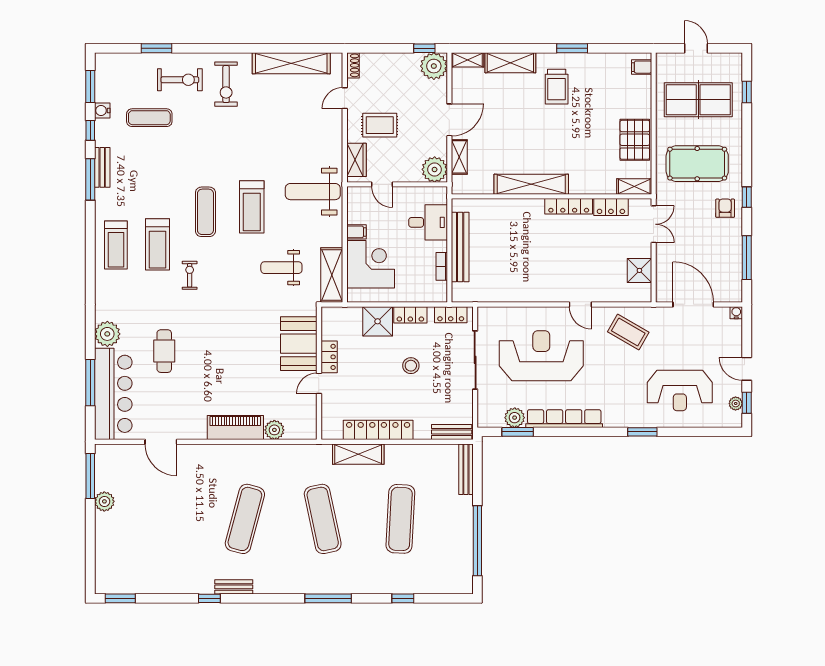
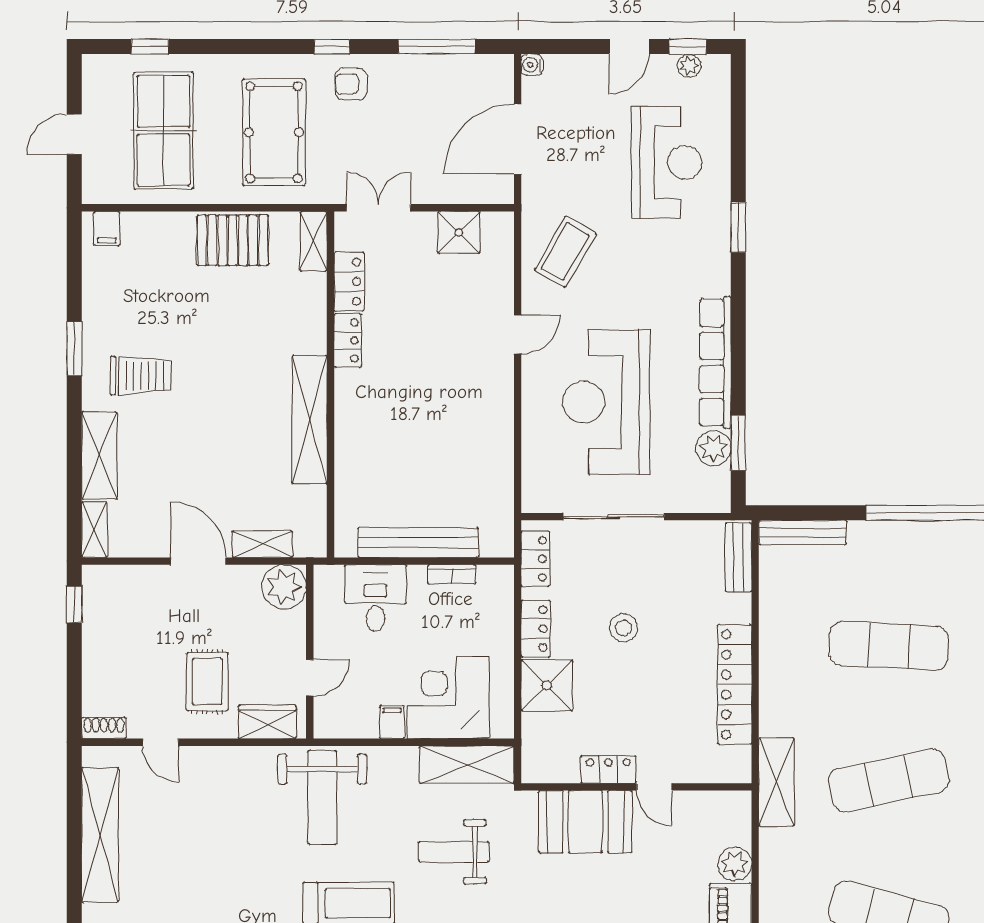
plant: (434, 66) -> (105, 588), removed
locker: (569, 206) -> (348, 340), width x0.66
weight bench: (281, 268) -> (454, 852), turned 90
shelving: (358, 454) -> (776, 782), moved

